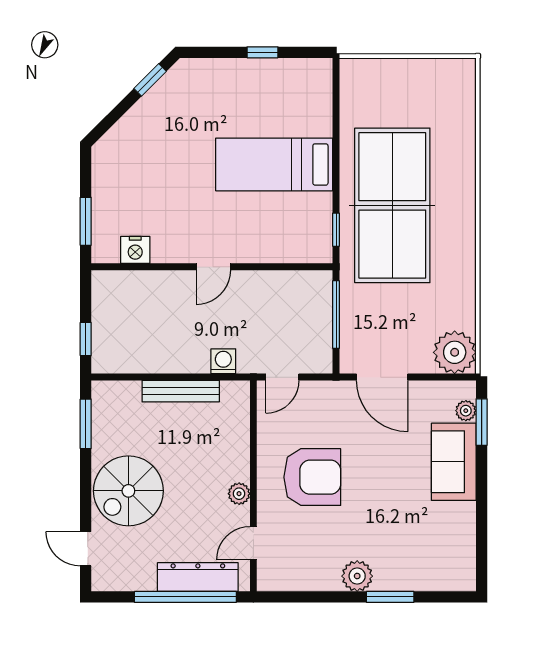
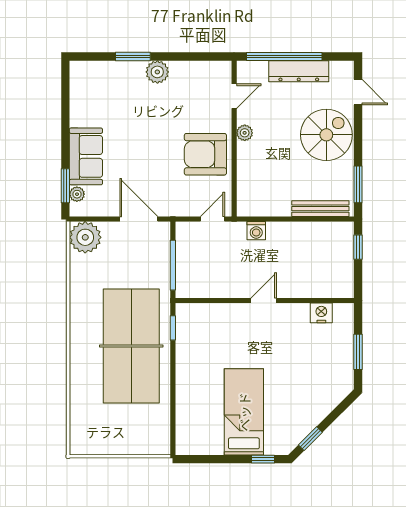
window: (263, 52) -> (263, 459), moved
bed: (274, 164) -> (244, 412), moved, turned -90
window: (86, 221) -> (358, 352), moved
bench: (181, 391) -> (320, 209), moved
armchair: (312, 477) -> (205, 154), moved
dresser: (198, 577) -> (299, 71), moved

